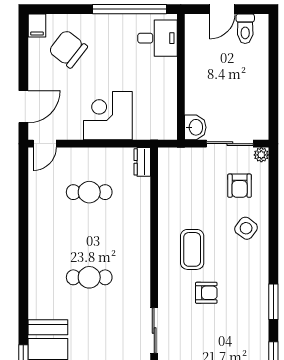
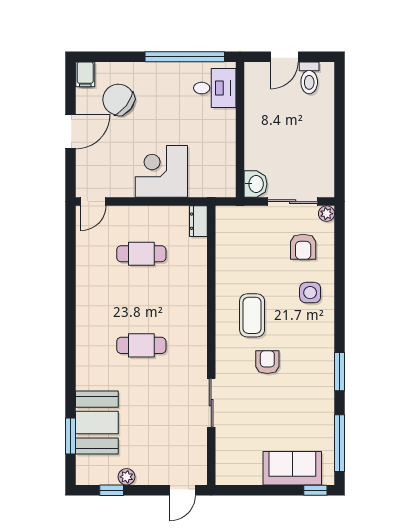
door: (23, 107) -> (70, 132), moved
side table: (246, 228) -> (310, 293), turned -37
armchair: (206, 293) -> (267, 362), turned -90

